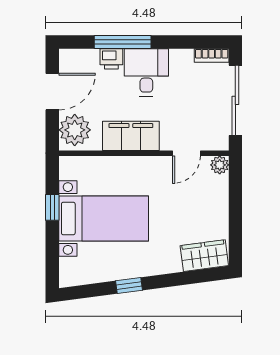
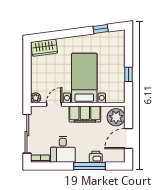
desk: (146, 72) -> (63, 149), moved
bed with nightstands: (104, 218) -> (84, 78), moved, turned 90
window: (129, 285) -> (101, 29), moved

